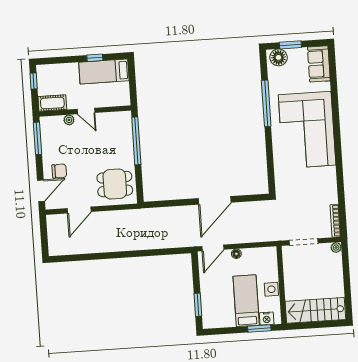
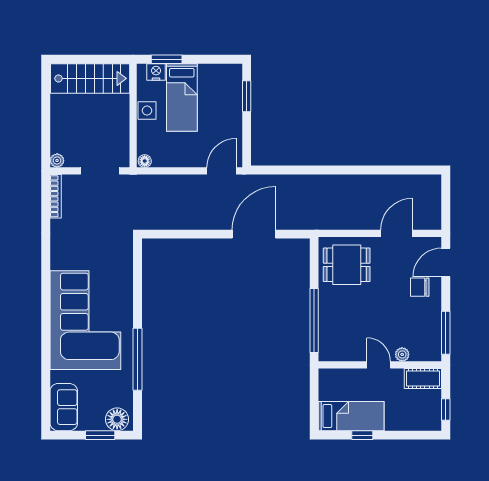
door: (215, 200) -> (254, 234), moved
floor lamp: (236, 254) -> (145, 161), moved

